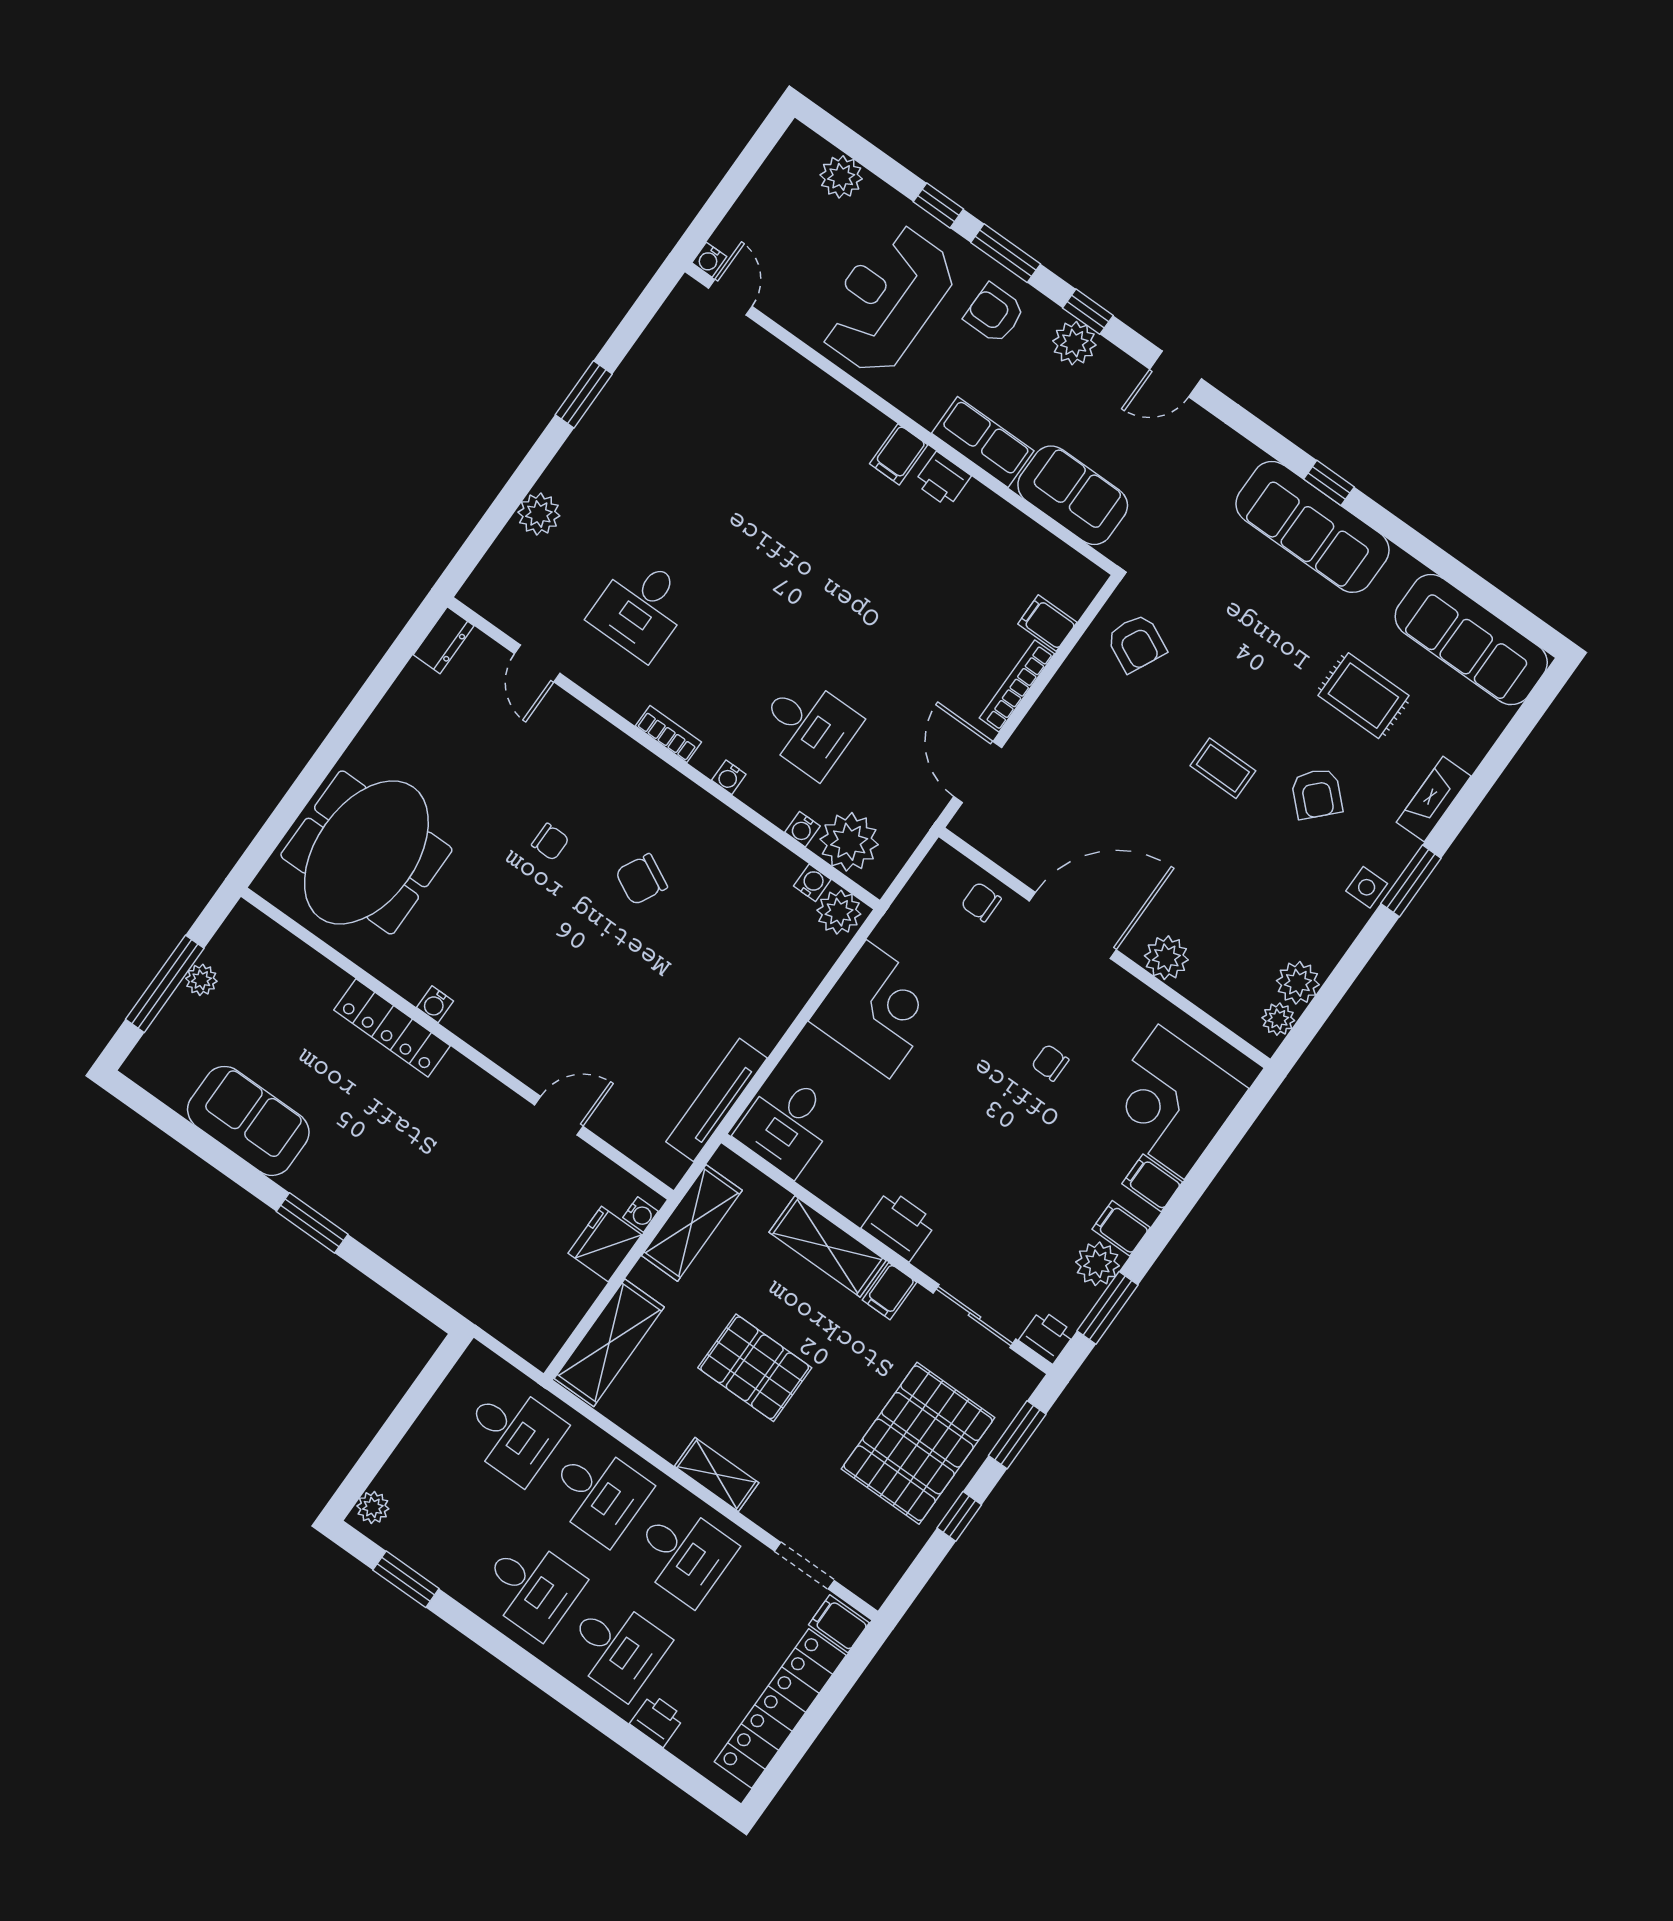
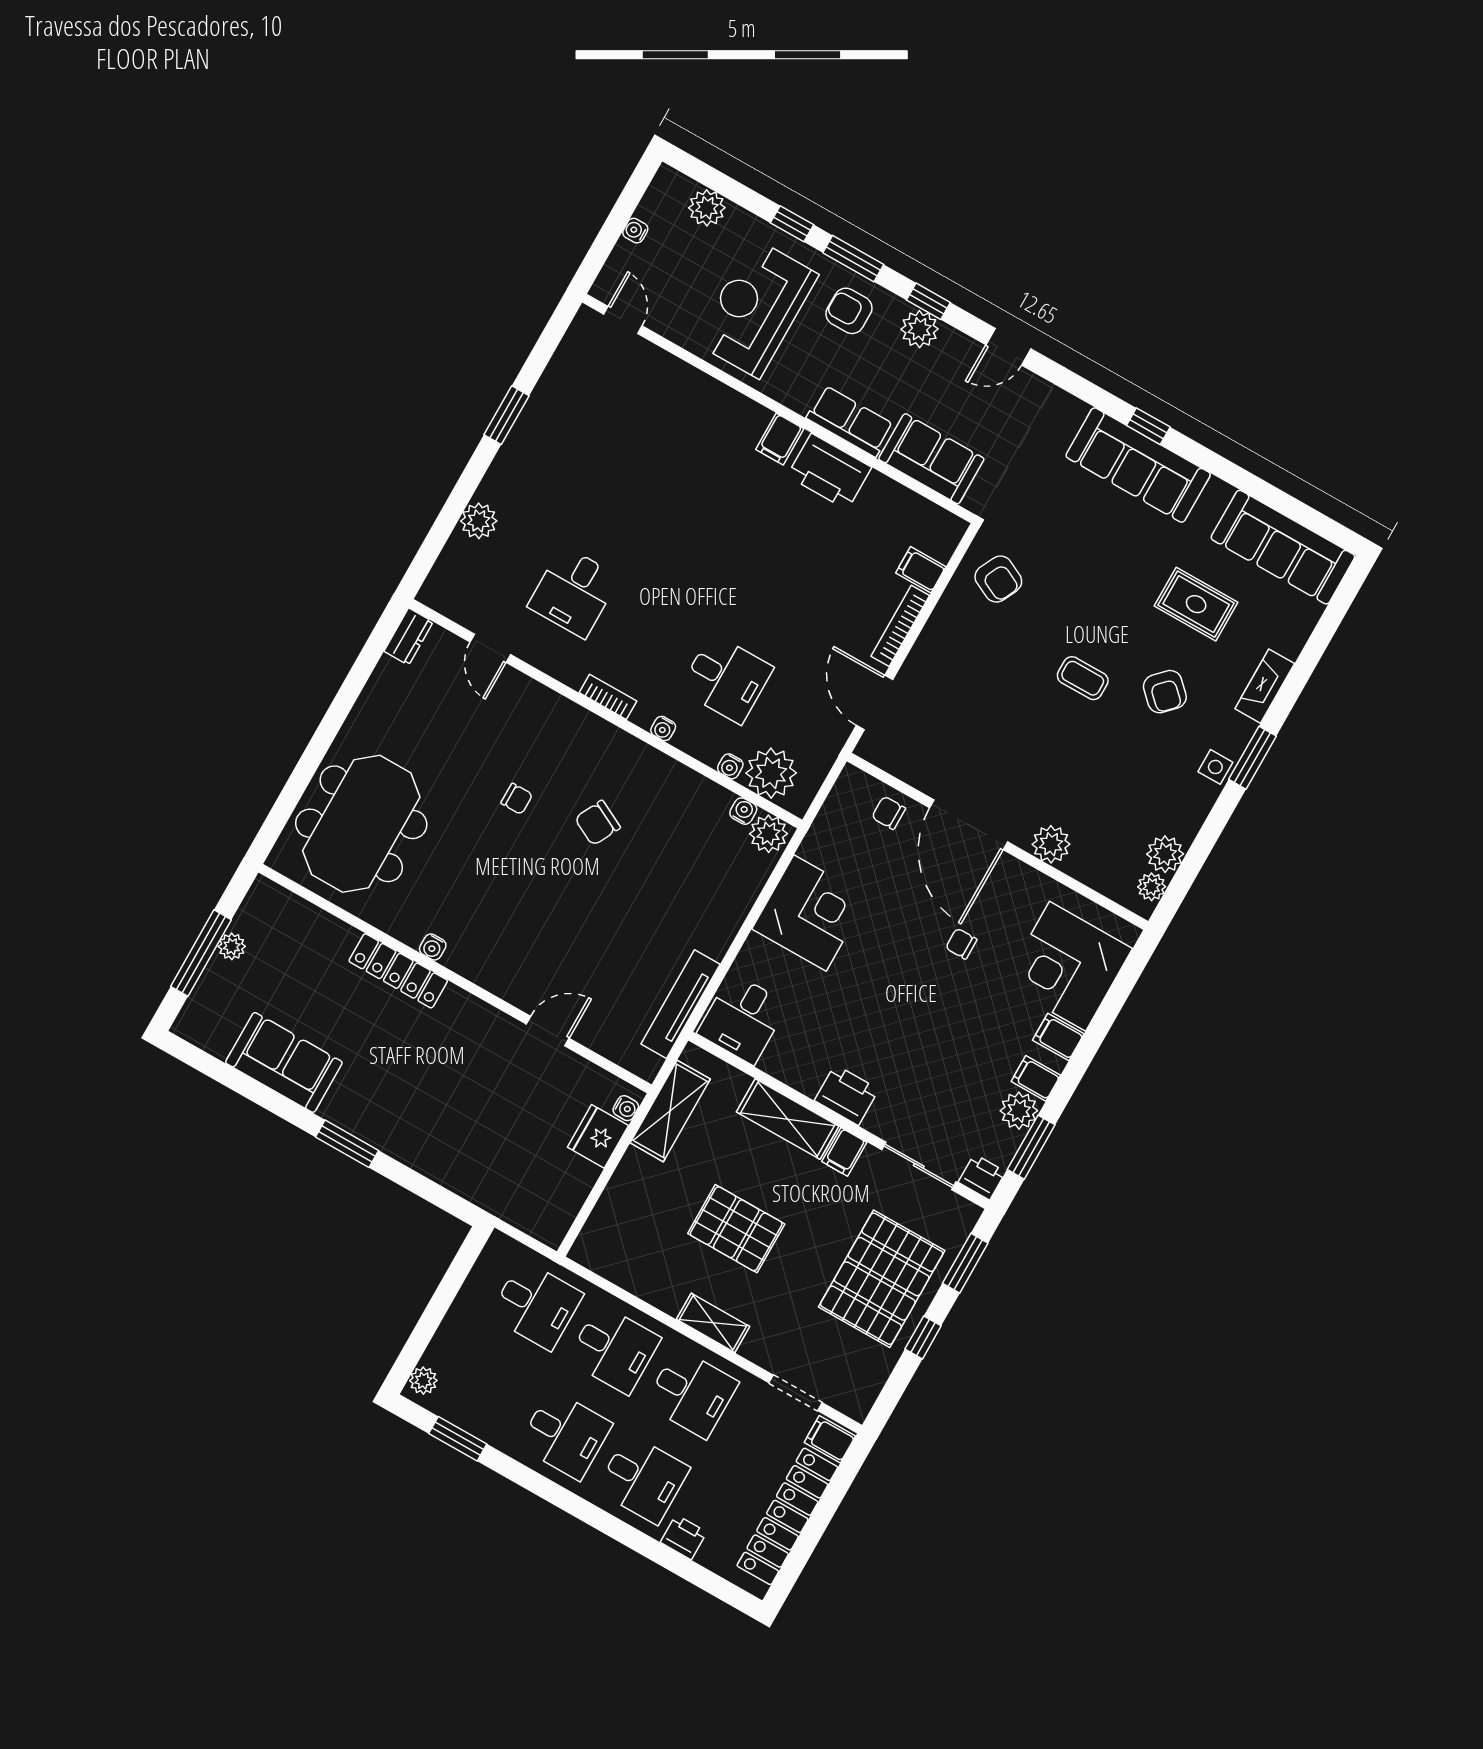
water cooler: (709, 260) -> (635, 231), moved, turned 90
printer: (943, 479) -> (829, 472), width x1.87, depth x1.48
door: (1073, 925) -> (969, 825), swing flipped
shelving: (609, 1343) -> (610, 1220), removed

